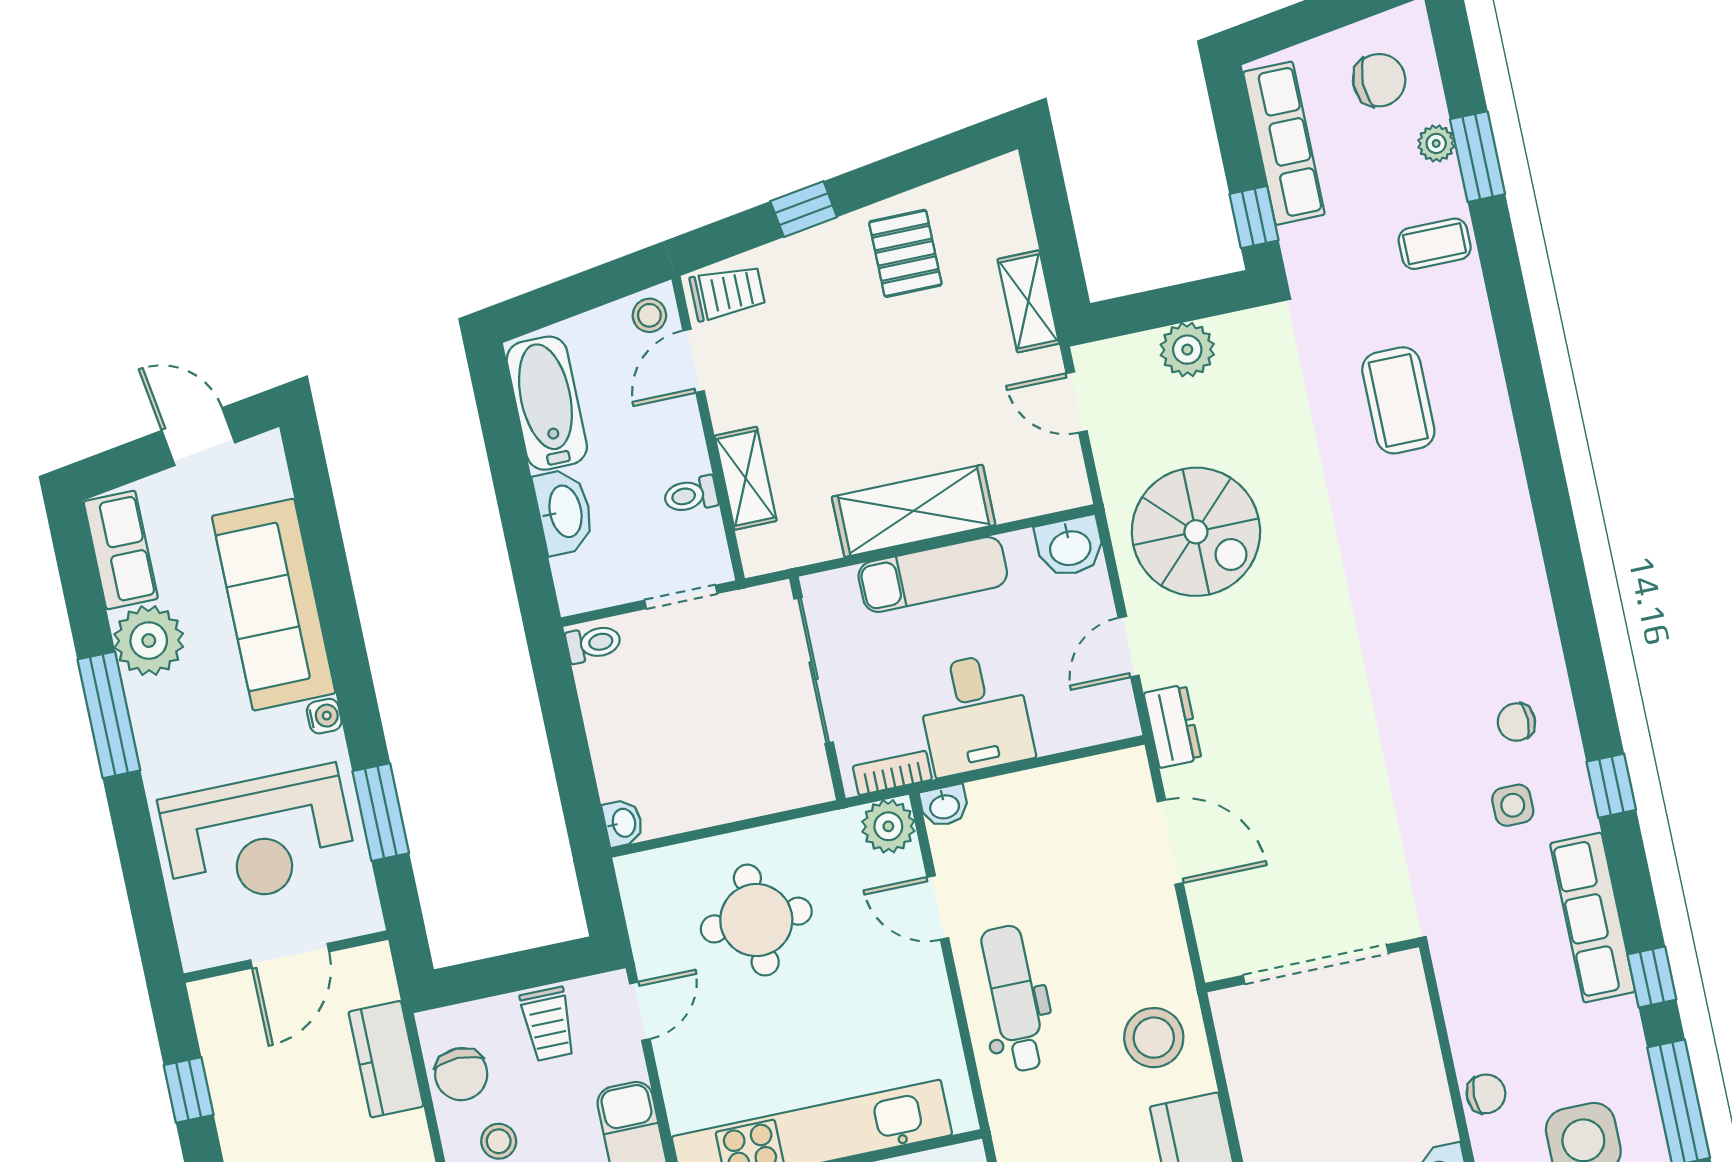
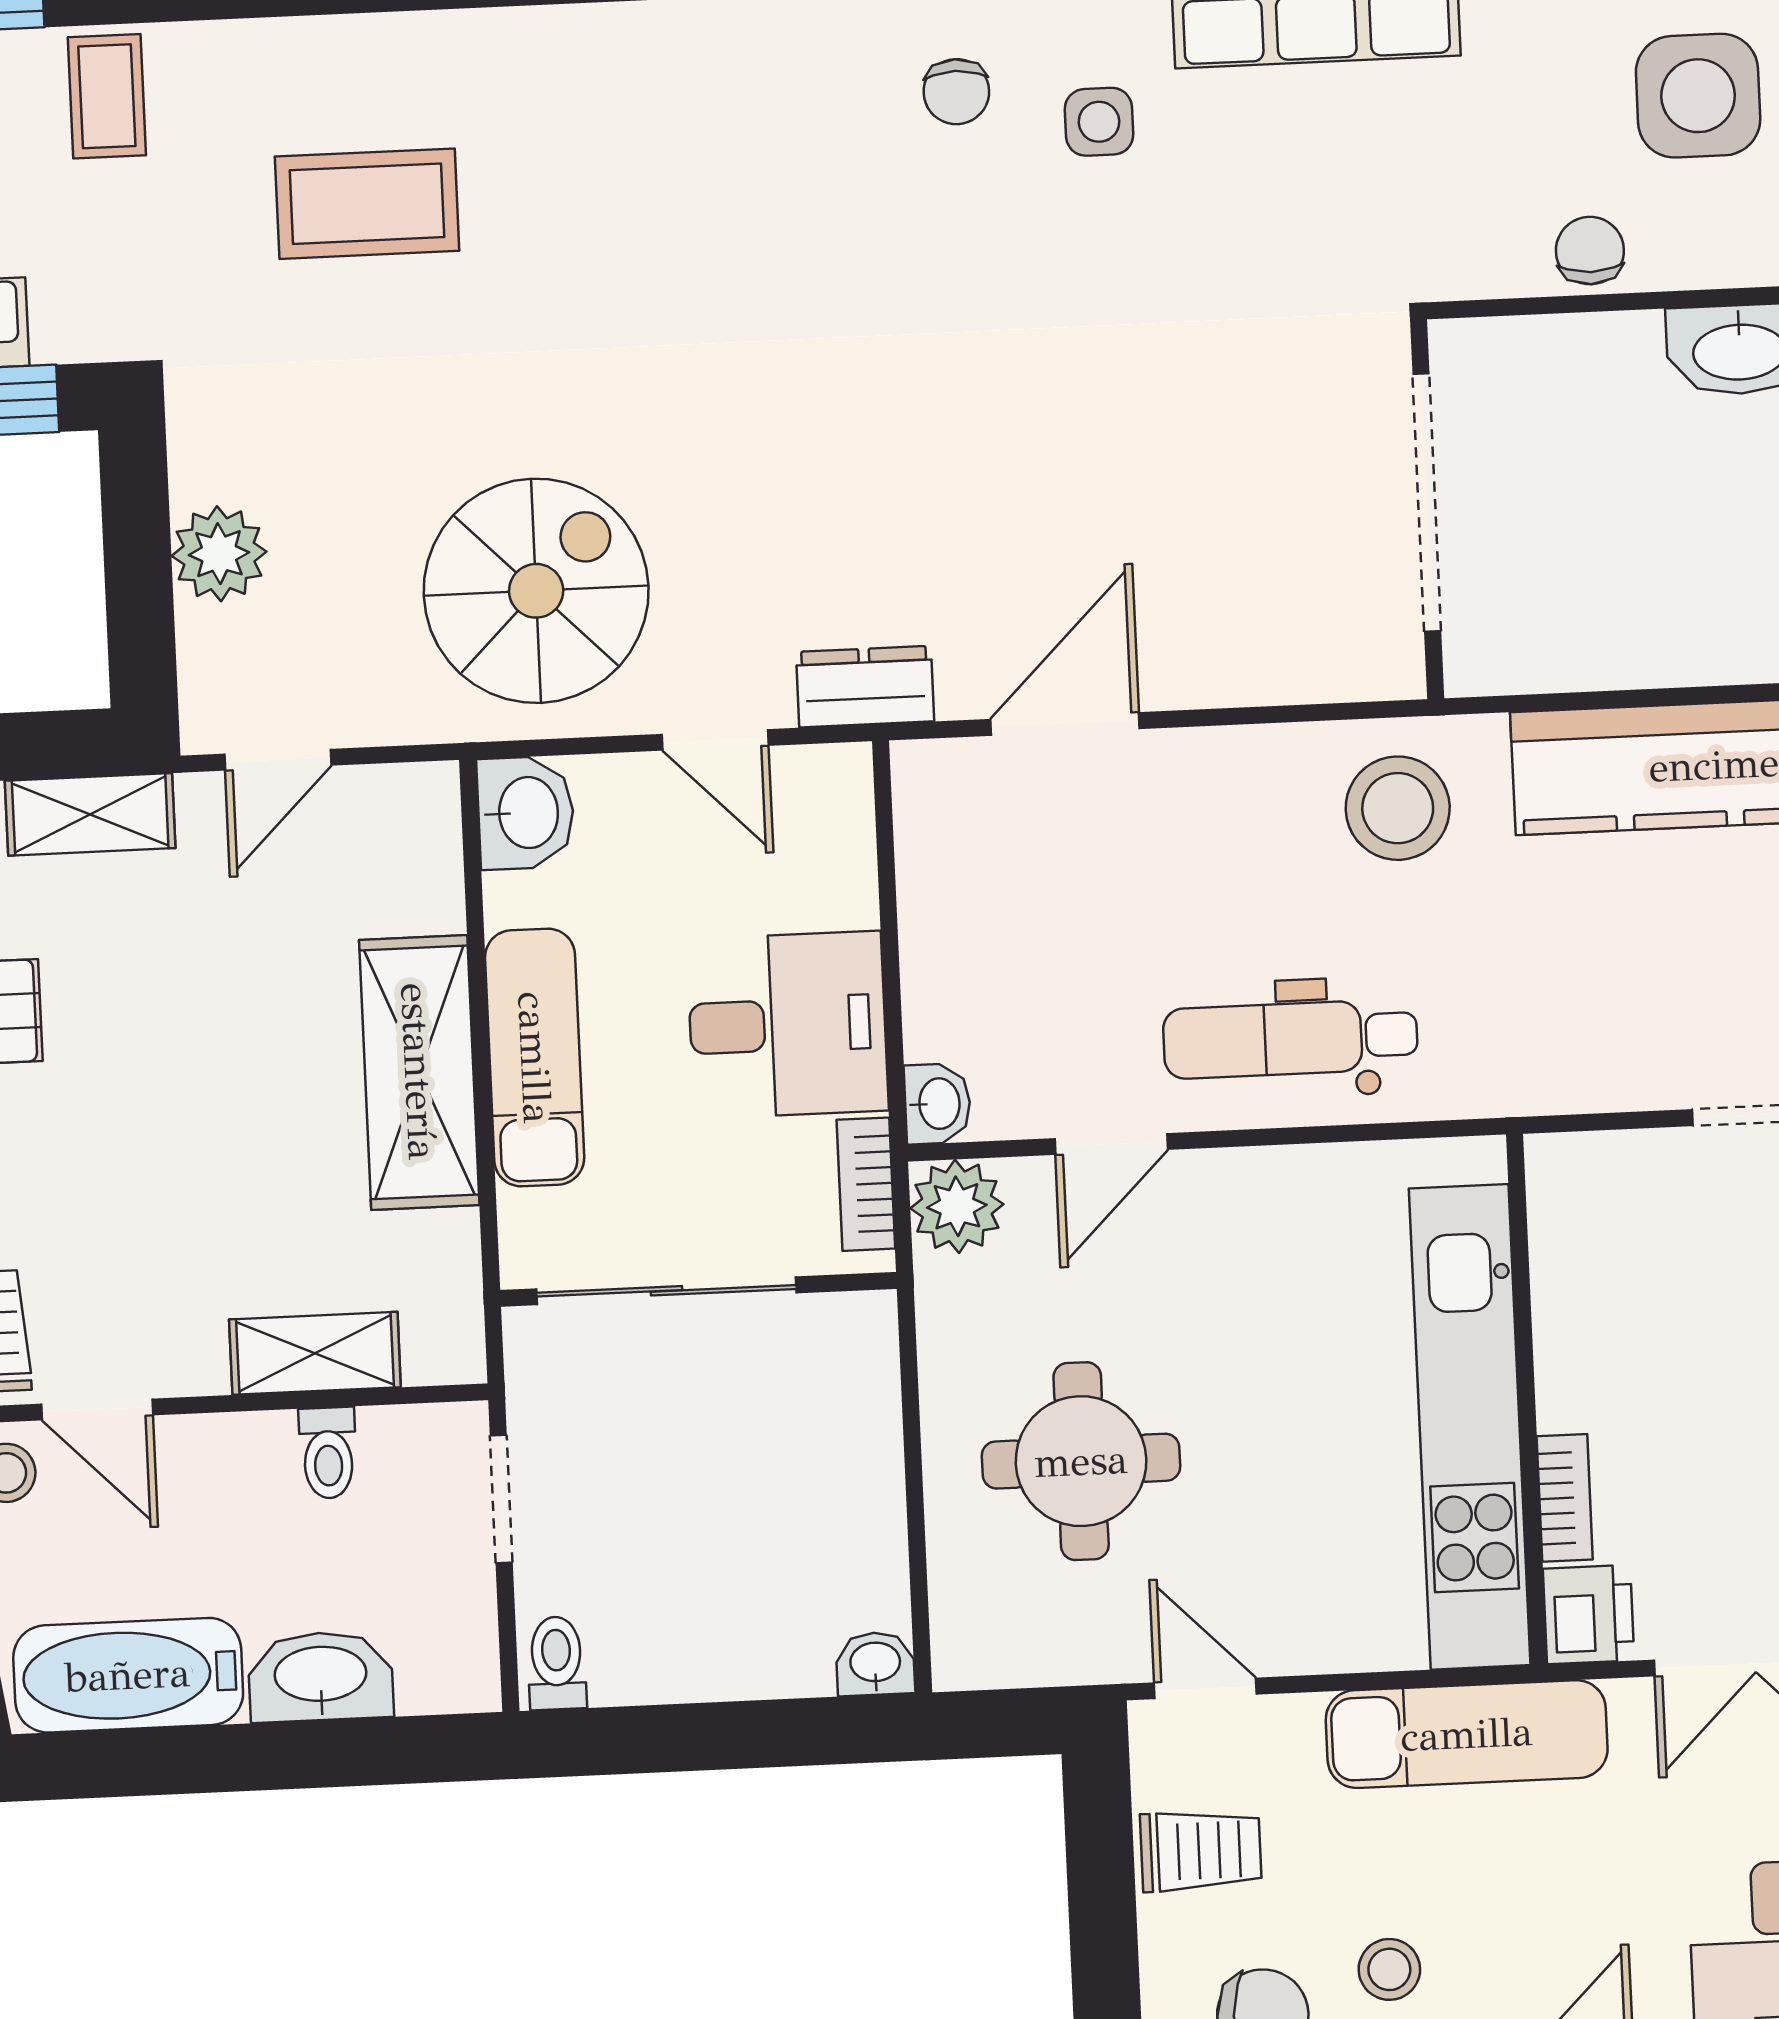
doorway: (1316, 964) -> (1427, 503), moved
wall: (1312, 965) -> (1427, 509), moved

